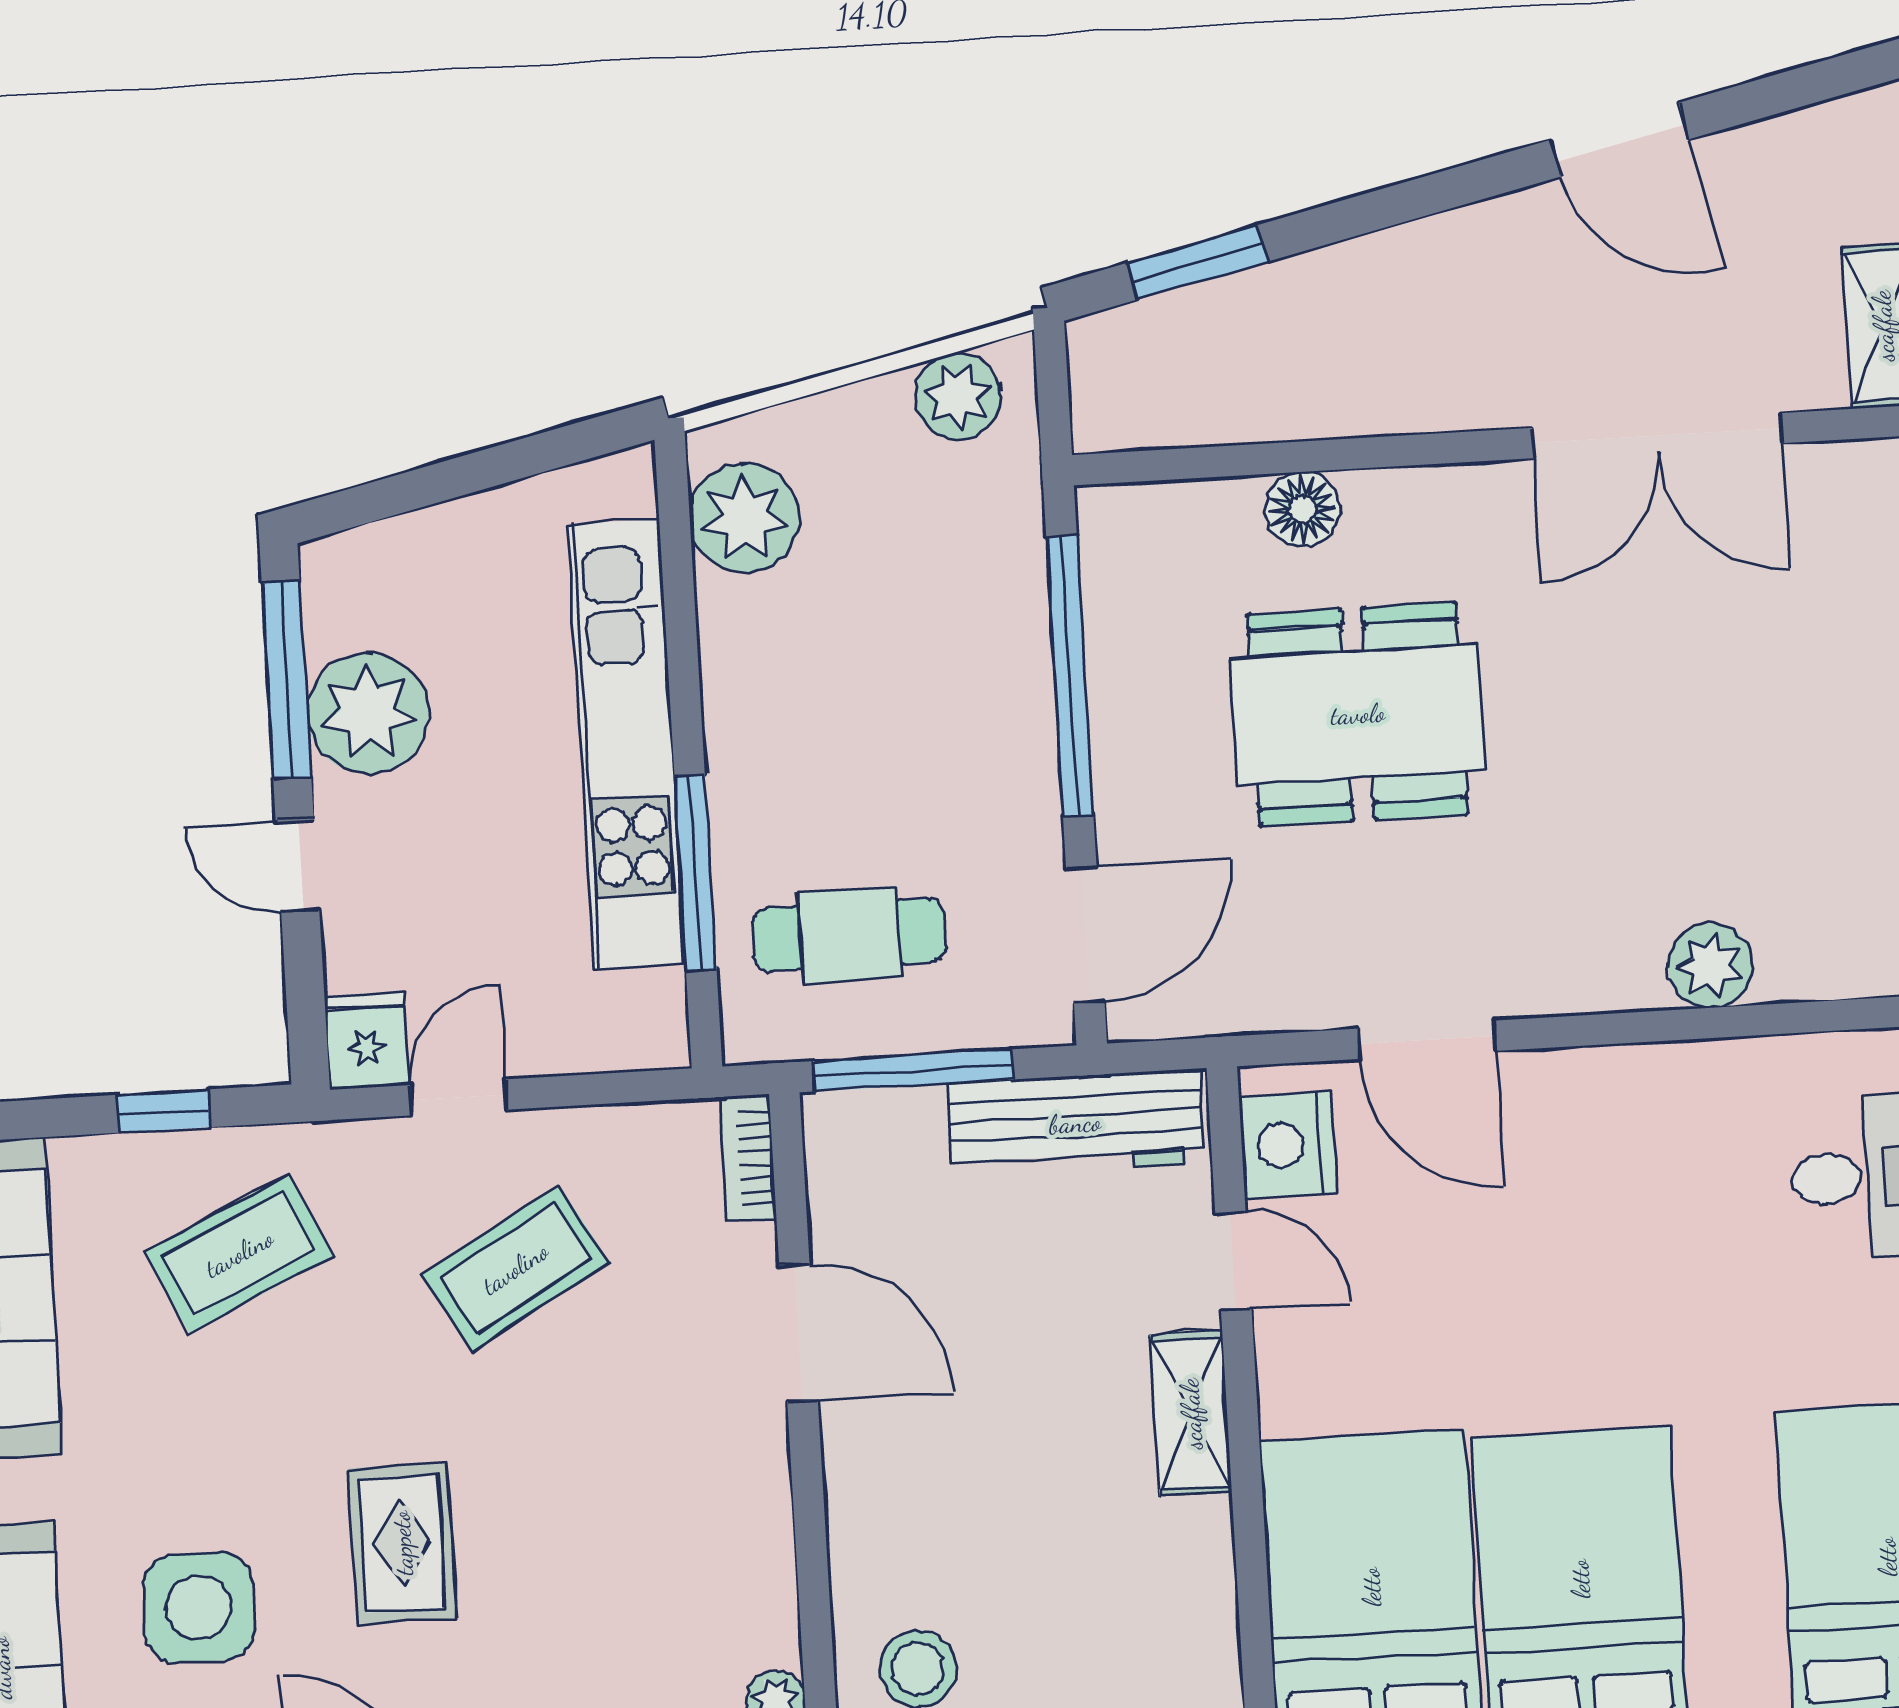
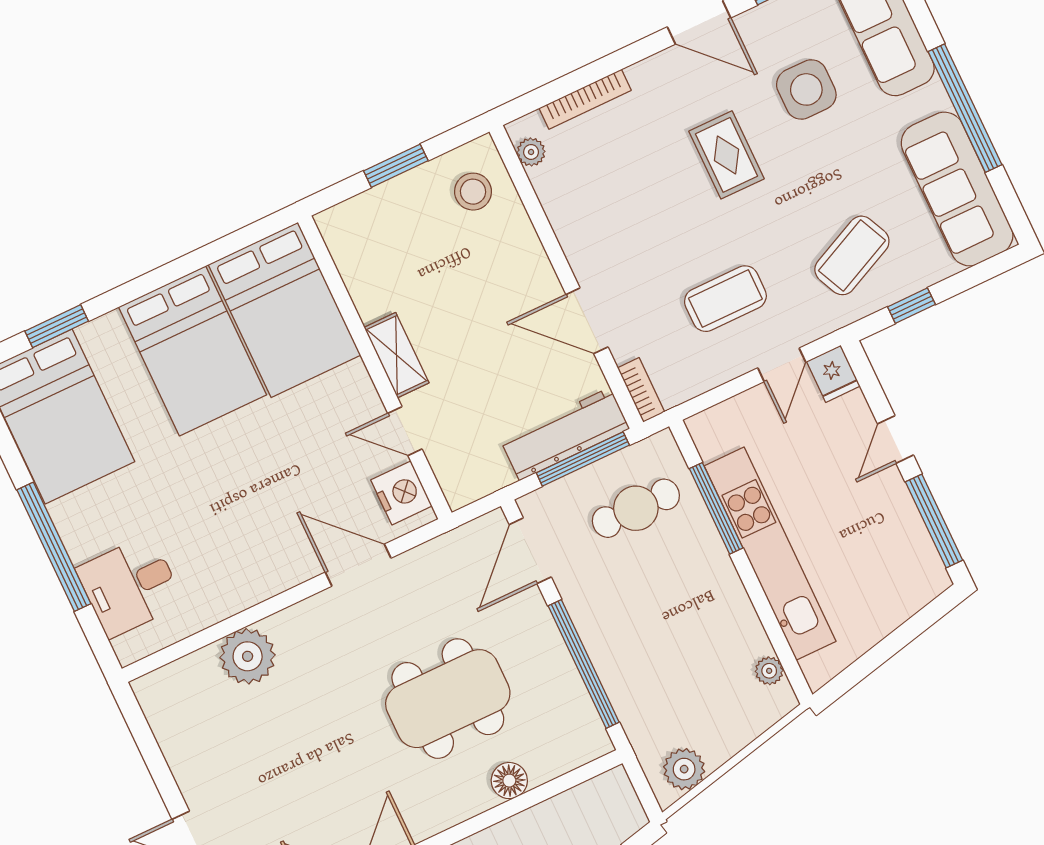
plant: (744, 518) -> (769, 671), width x0.53, depth x0.53
plant: (368, 713) -> (891, 521), removed
door: (298, 866) -> (895, 439), swing flipped
plant: (1710, 965) -> (248, 656), width x1.36, depth x1.36
workbench: (1075, 1123) -> (565, 434), moved
coffee table: (515, 1268) -> (725, 299), turned 30

